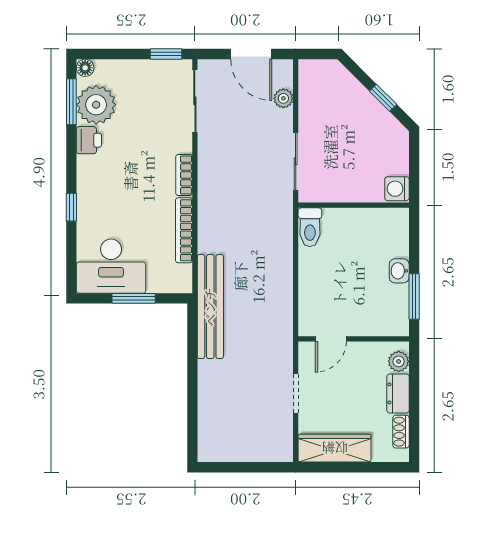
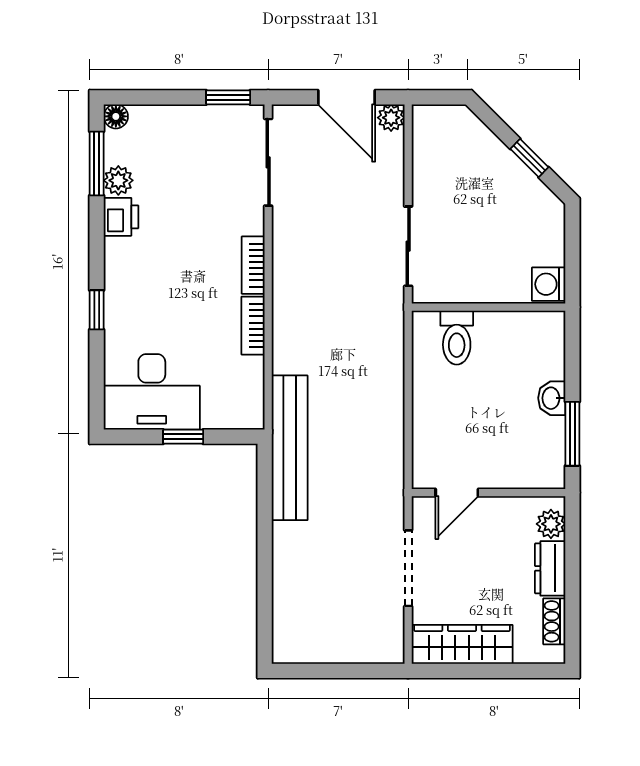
plant: (283, 98) -> (391, 118), moved
plant: (96, 105) -> (118, 180), width x0.53, depth x0.53
toilet: (310, 227) -> (457, 338), moved
bookcase: (184, 230) -> (253, 326), width x0.64
window: (134, 298) -> (183, 437), width x0.67
doorway: (296, 393) -> (408, 568), width x1.38

